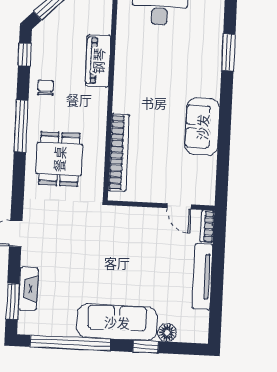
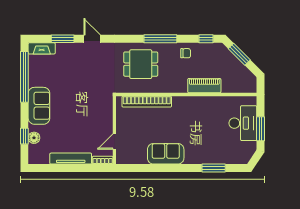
fireplace: (28, 289) -> (42, 48), moved
window: (12, 301) -> (63, 39), moved
sofa: (117, 322) -> (39, 106), width x0.73
window: (146, 347) -> (24, 136), moved

